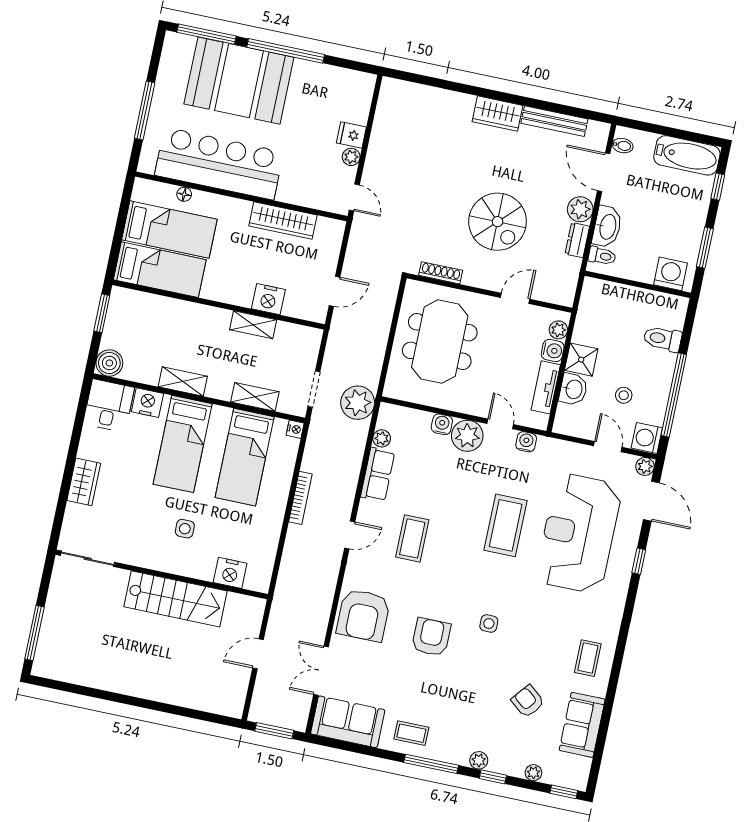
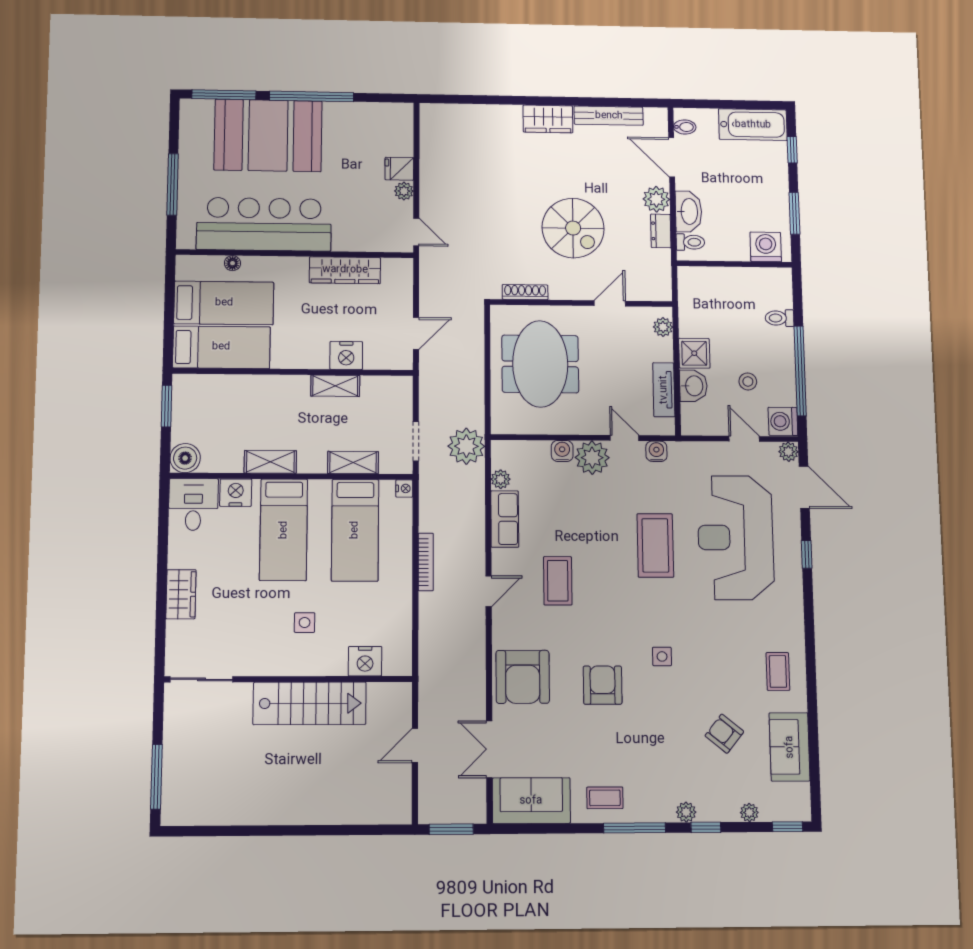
toilet: (663, 339) -> (779, 318), width x0.73, depth x0.72
water cooler: (553, 351) -> (662, 350), removed

